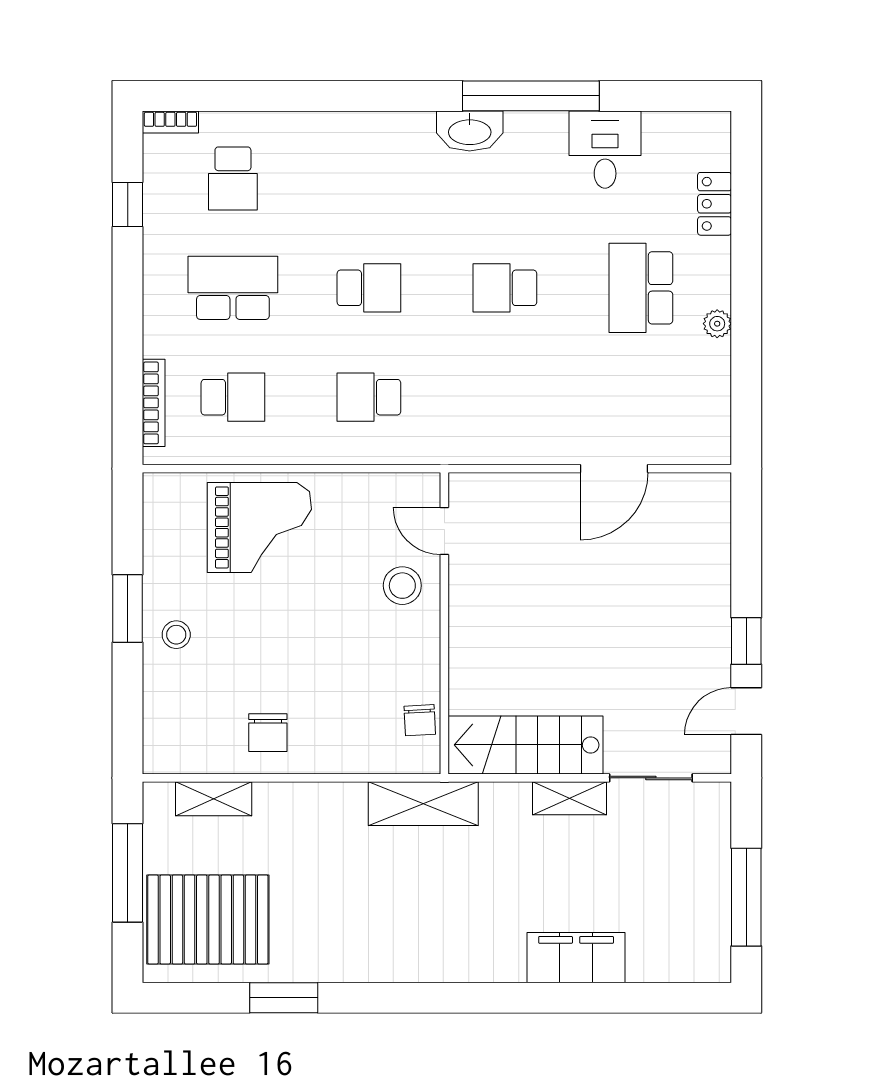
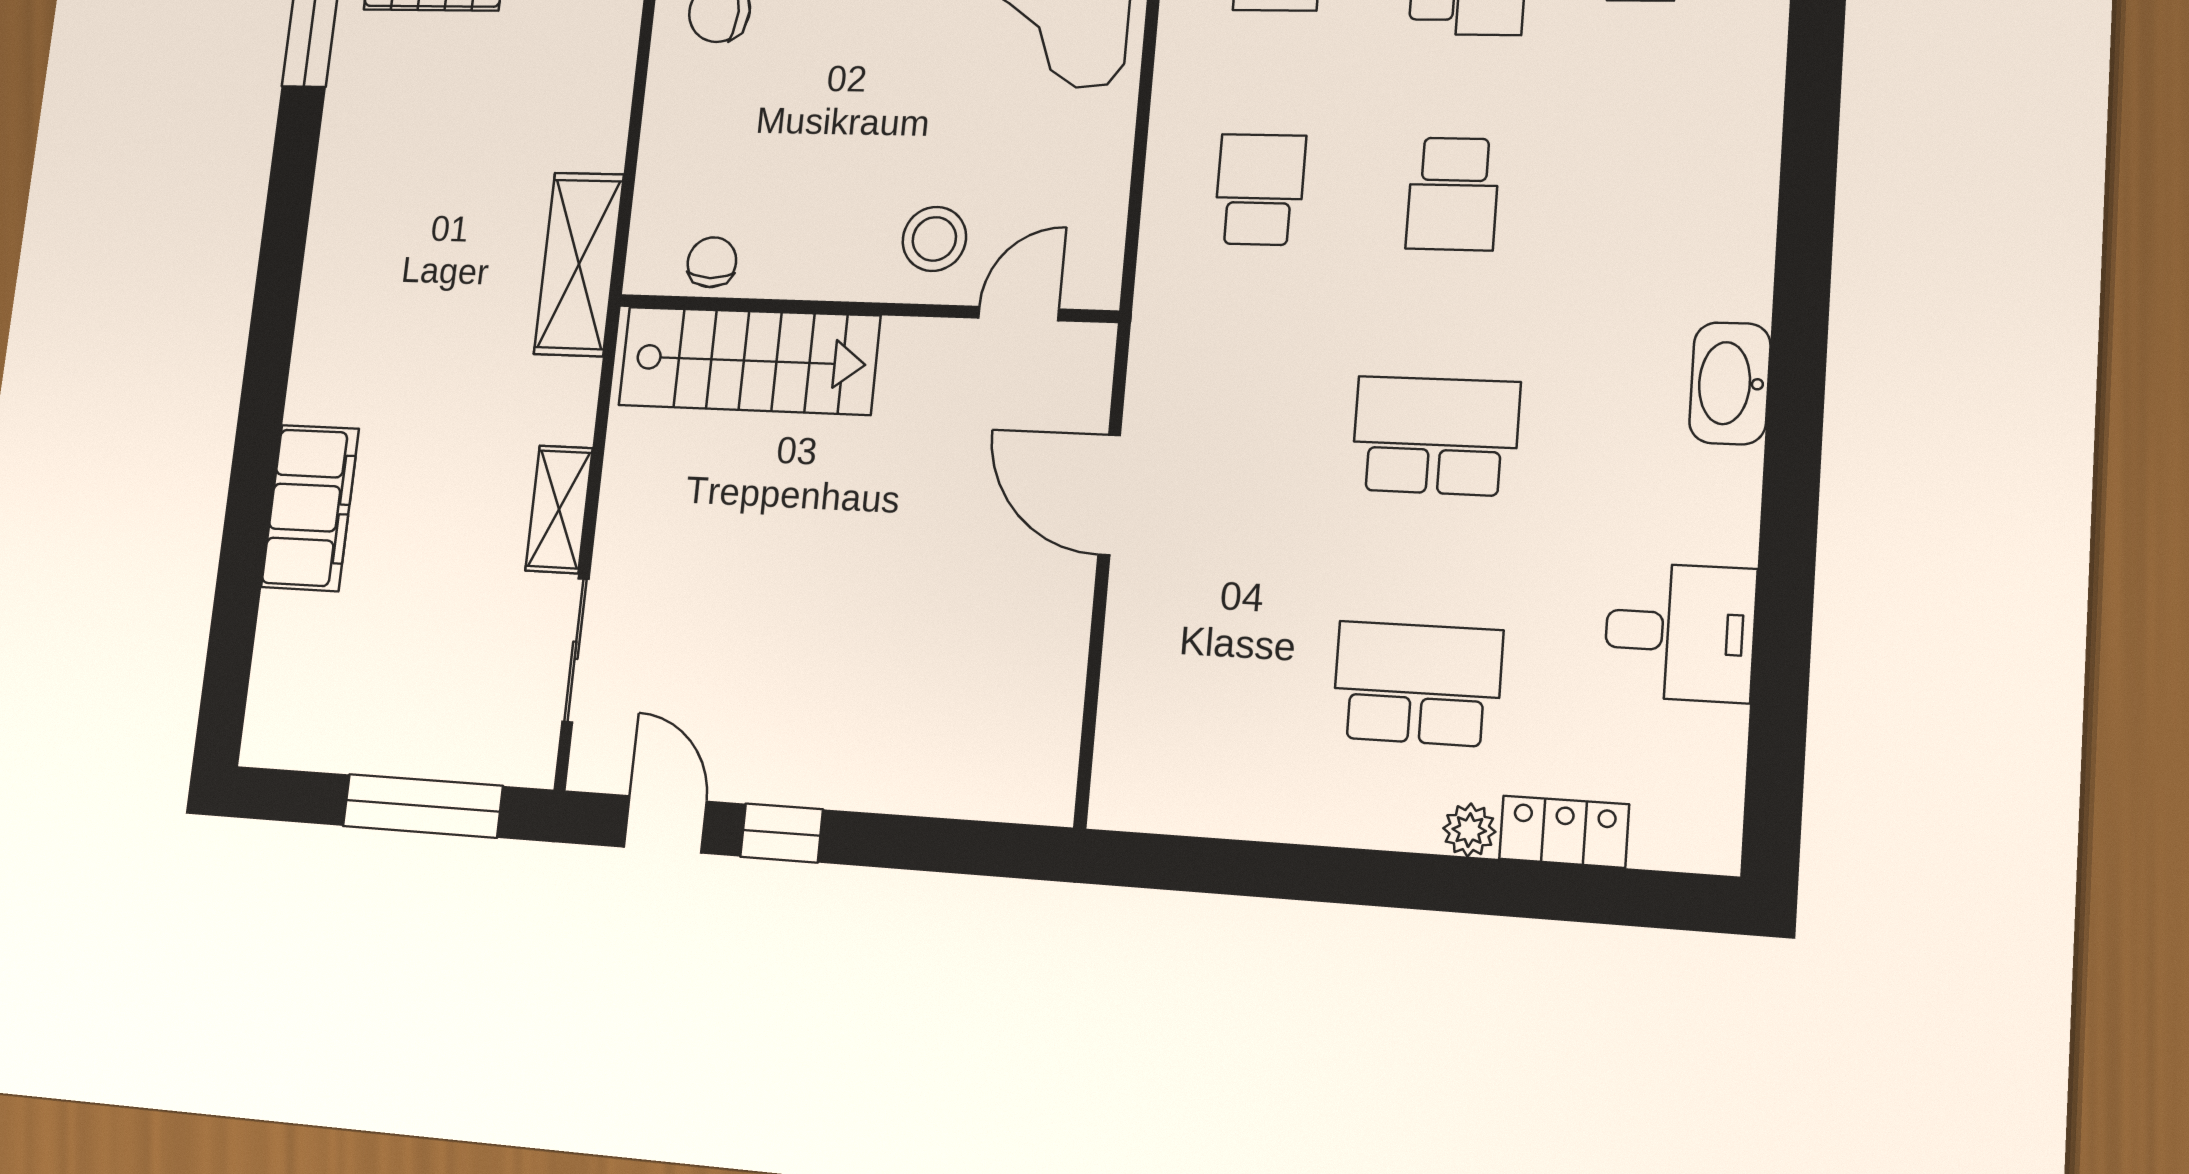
window: (531, 96) -> (1790, 499), removed
school desk: (505, 288) -> (1435, 436), width x1.85
plant: (717, 324) -> (1469, 830), moved
door: (614, 469) -> (1109, 495), moved
chair: (420, 720) -> (712, 262), turned 93
stairs: (526, 745) -> (749, 361), moved, turned 90
window: (746, 897) -> (423, 806), moved

